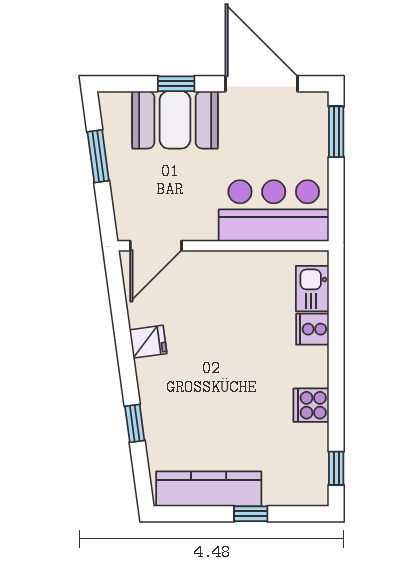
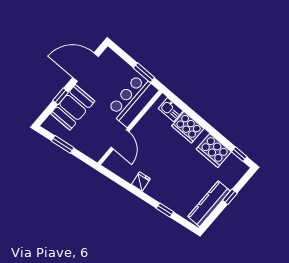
window: (336, 132) -> (144, 73), moved
door: (156, 246) -> (120, 139), moved
cooker: (312, 329) -> (188, 127), width x1.87, depth x1.31
cooker: (311, 405) -> (214, 150), width x1.87, depth x1.31

